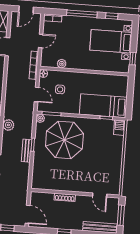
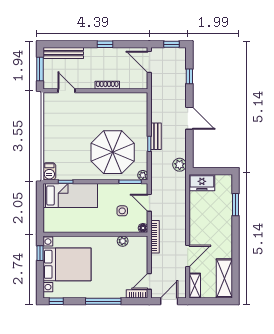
window: (112, 16) -> (56, 301), moved
door: (41, 41) -> (149, 281), moved
bed with nightstands: (111, 41) -> (67, 264), width x1.36

